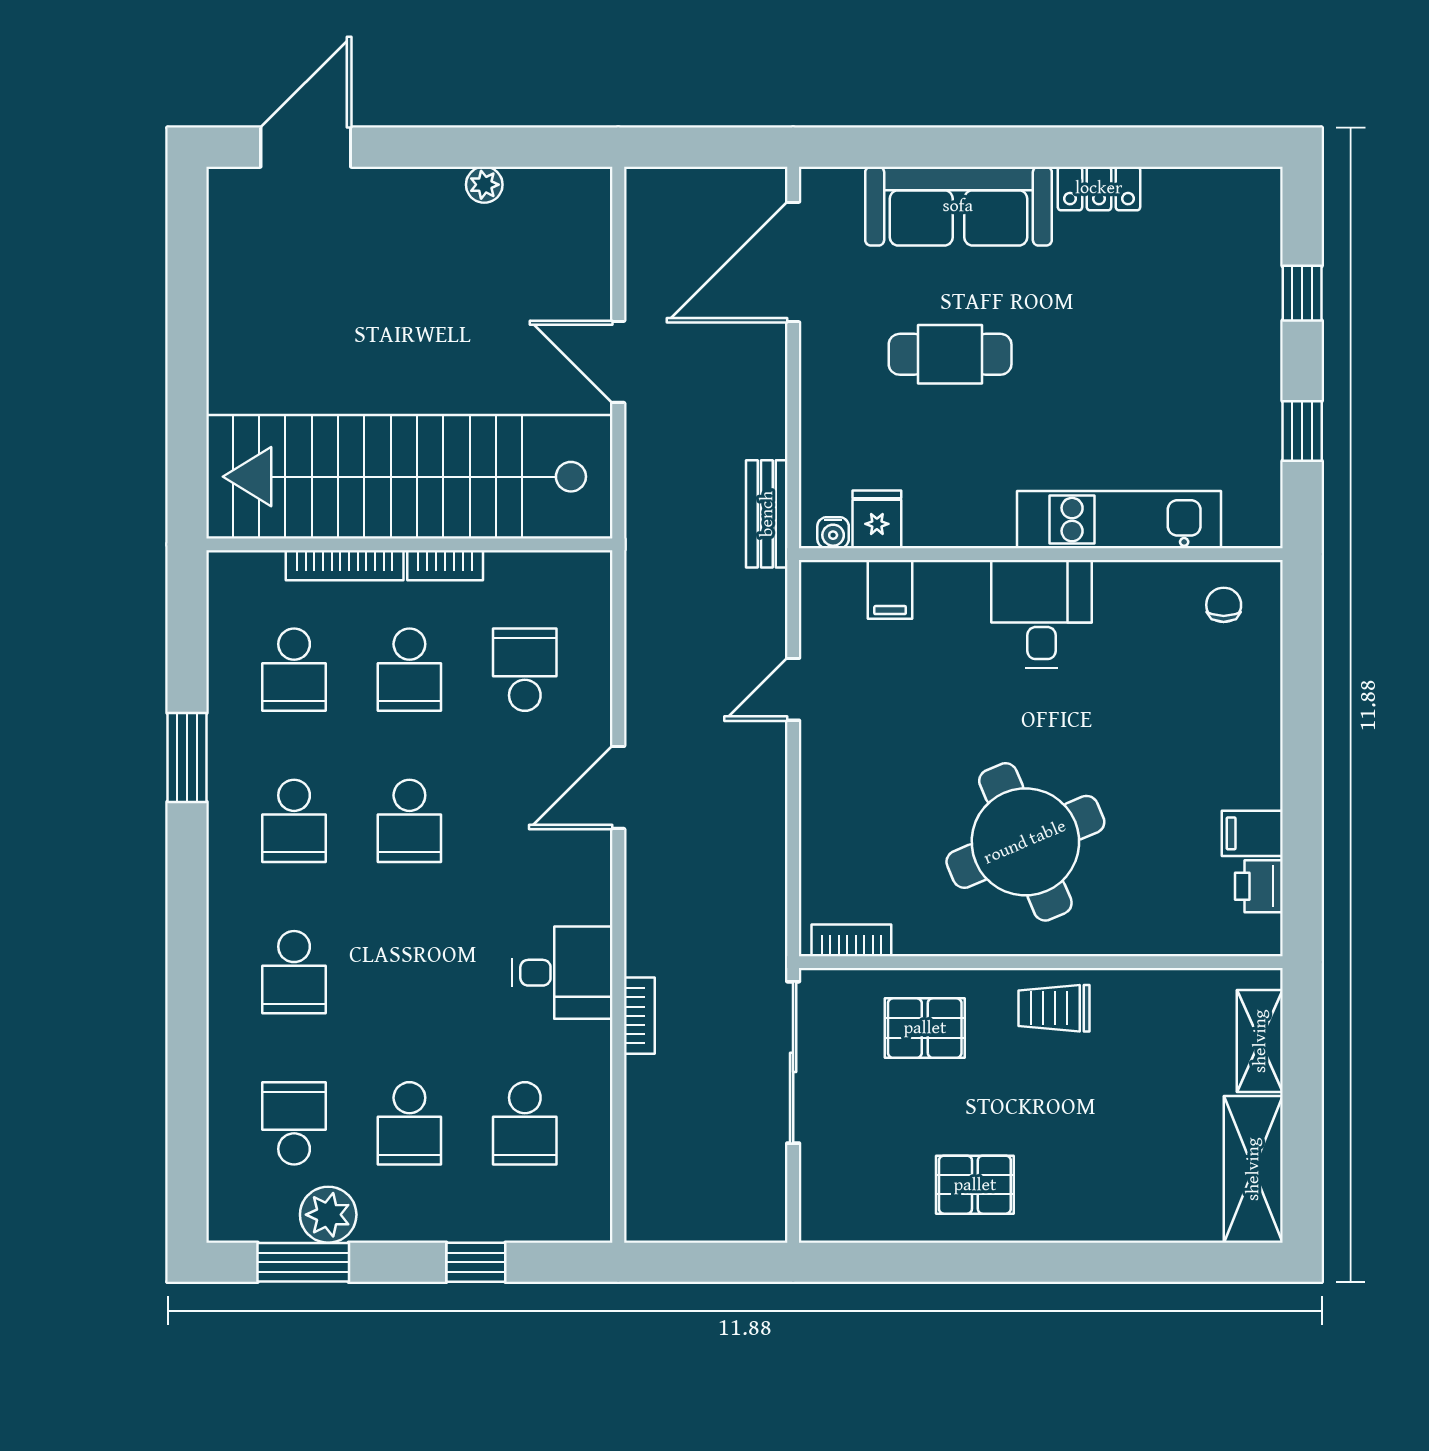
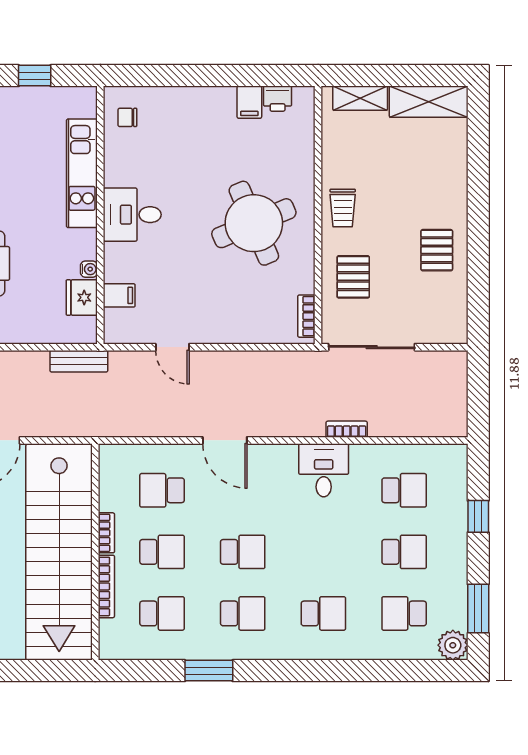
fridge: (877, 519) -> (82, 297), width x1.38
water cooler: (833, 533) -> (89, 269), moved
plant: (328, 1215) -> (453, 645), moved

